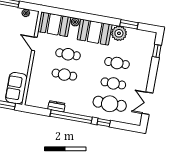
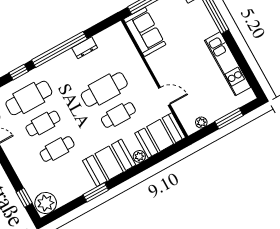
window: (129, 24) -> (96, 192), moved
plant: (119, 33) -> (46, 203), moved
cafe table: (64, 75) -> (104, 89), width x1.37, depth x1.35

